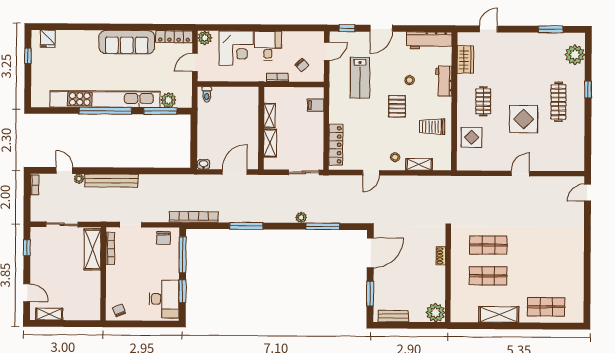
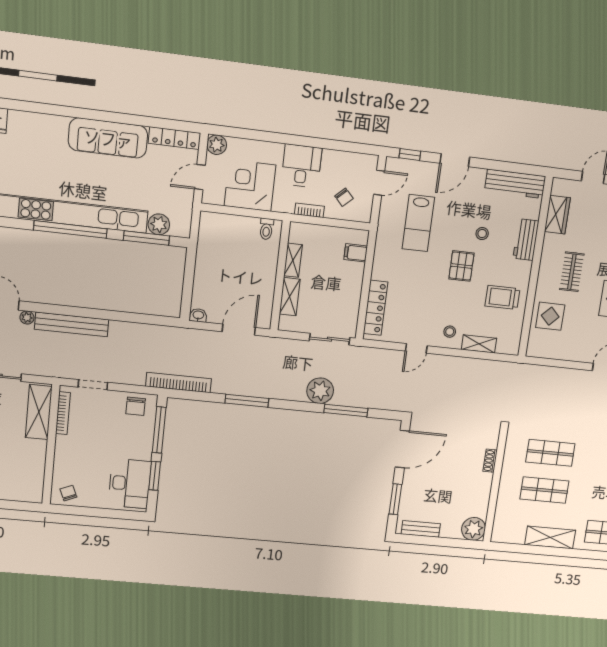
corner desk: (236, 48) -> (250, 186), moved, turned 180
toilet: (207, 94) -> (266, 229), moved
plant: (301, 218) -> (320, 391), width x1.87, depth x1.87

